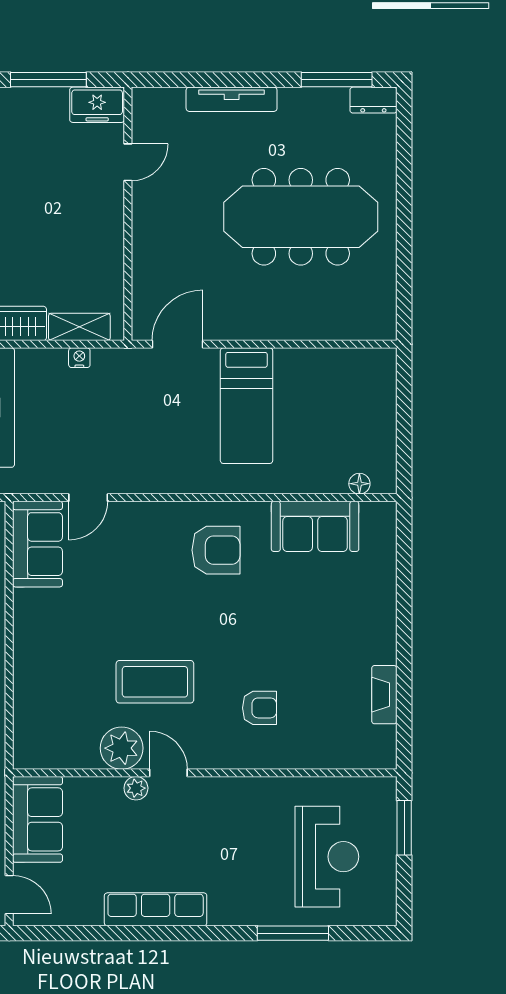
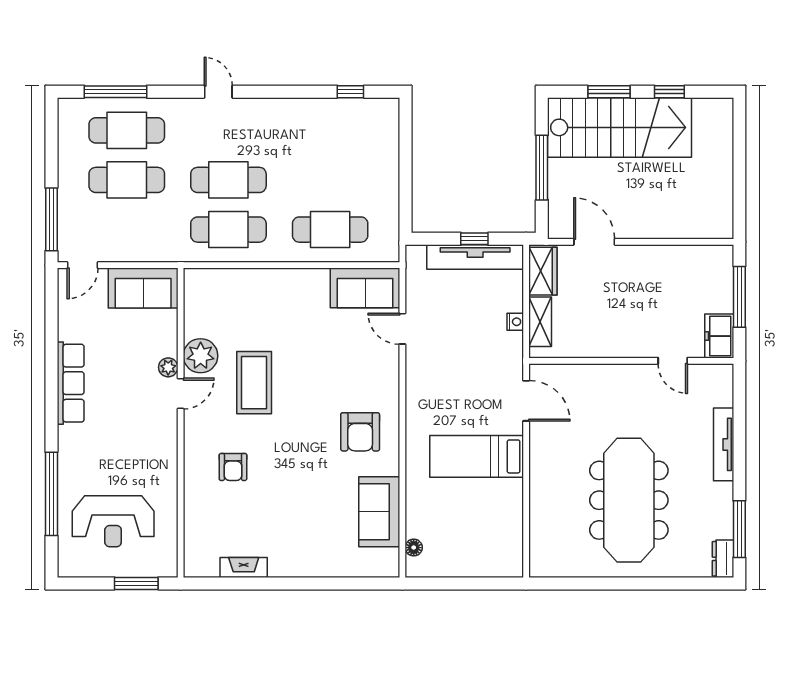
window: (293, 933) -> (51, 494), width x1.46

